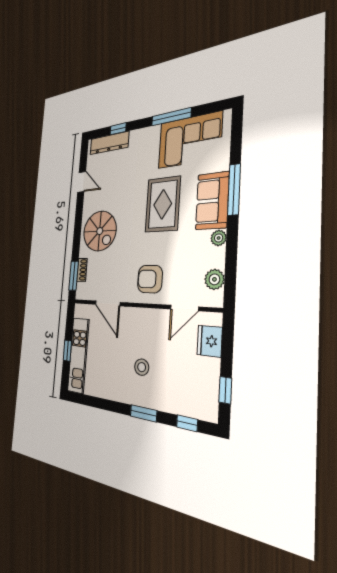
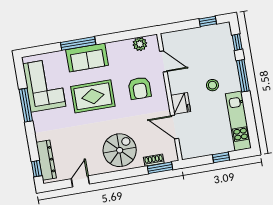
window: (118, 129) -> (37, 169), moved
plant: (219, 238) -> (112, 47), removed
armchair: (150, 279) -> (140, 88), moved
door: (108, 303) -> (175, 127), swing flipped
fridge: (210, 341) -> (181, 103), moved, turned -90
kitchen unit: (78, 355) -> (238, 121), moved, turned -90
window: (144, 413) -> (243, 76), width x1.44

